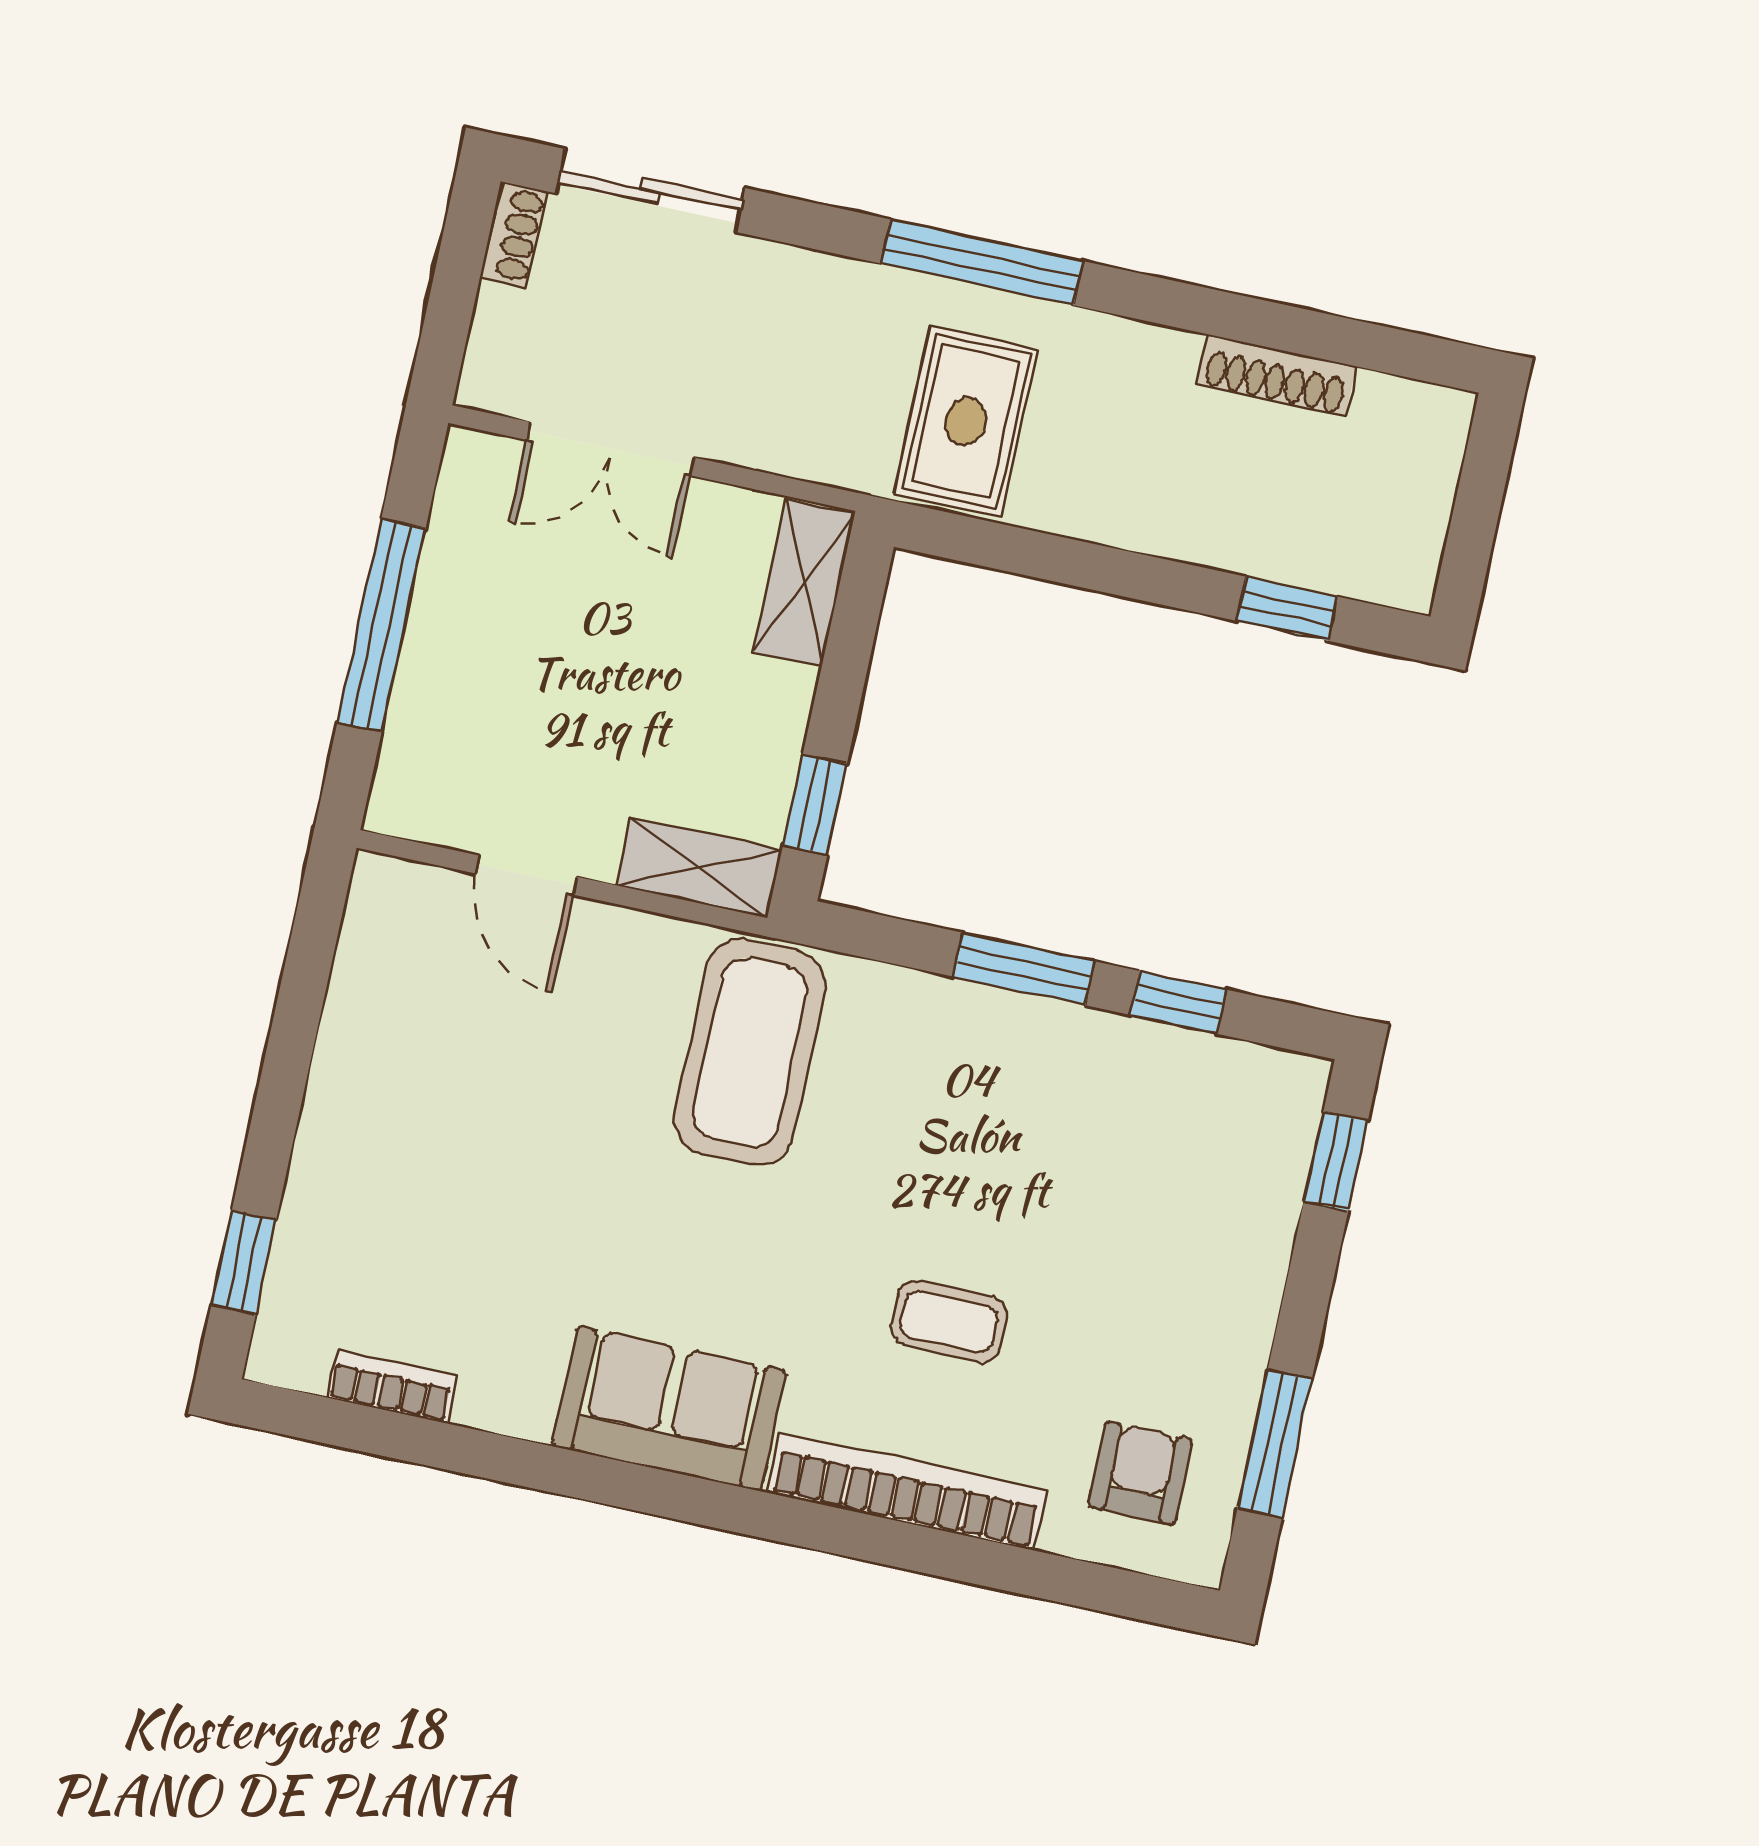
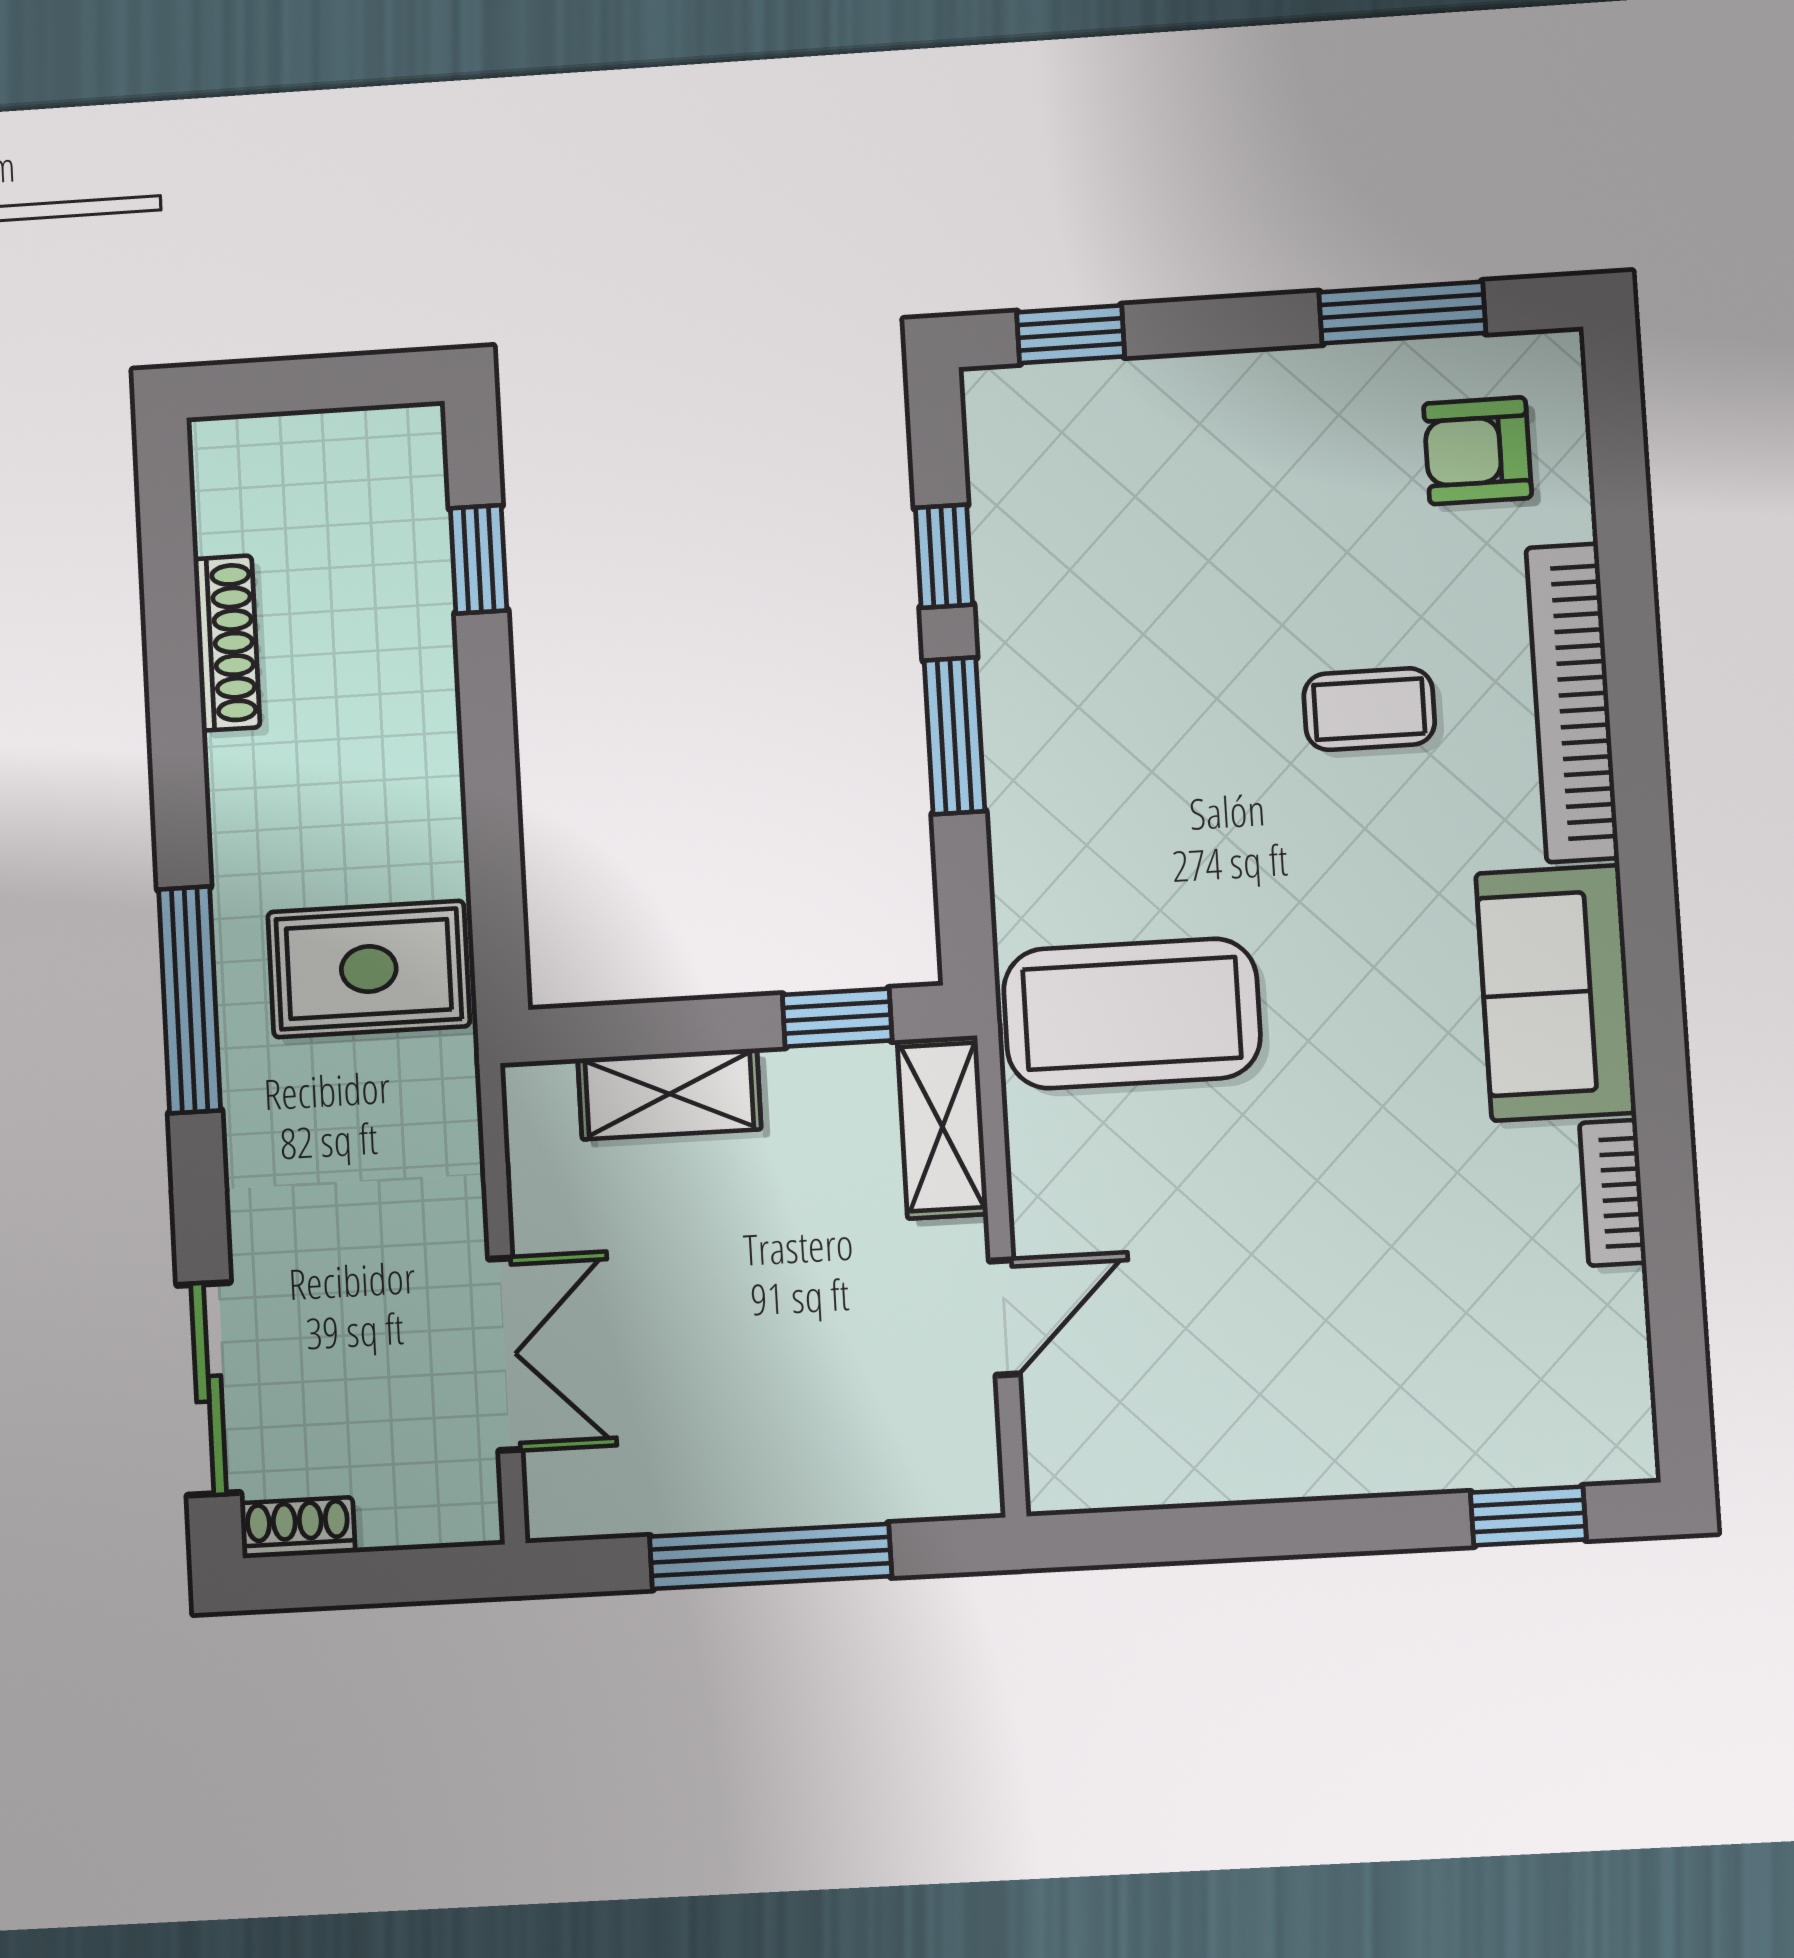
shelving: (804, 583) -> (669, 1094), moved
coffee table: (949, 1321) -> (1369, 709), turned 90
bookcase: (392, 1387) -> (1613, 1193), moved

